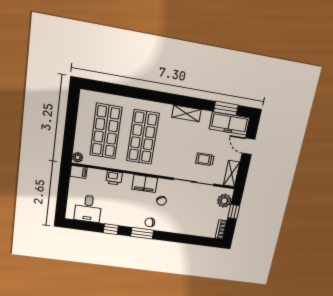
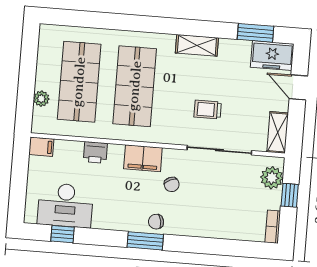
freezer: (229, 123) -> (272, 56), width x0.71
plant: (78, 157) -> (41, 99), moved
trolley: (205, 159) -> (208, 110), moved
desk: (88, 209) -> (65, 205), width x1.37
window: (111, 229) -> (63, 234), moved

